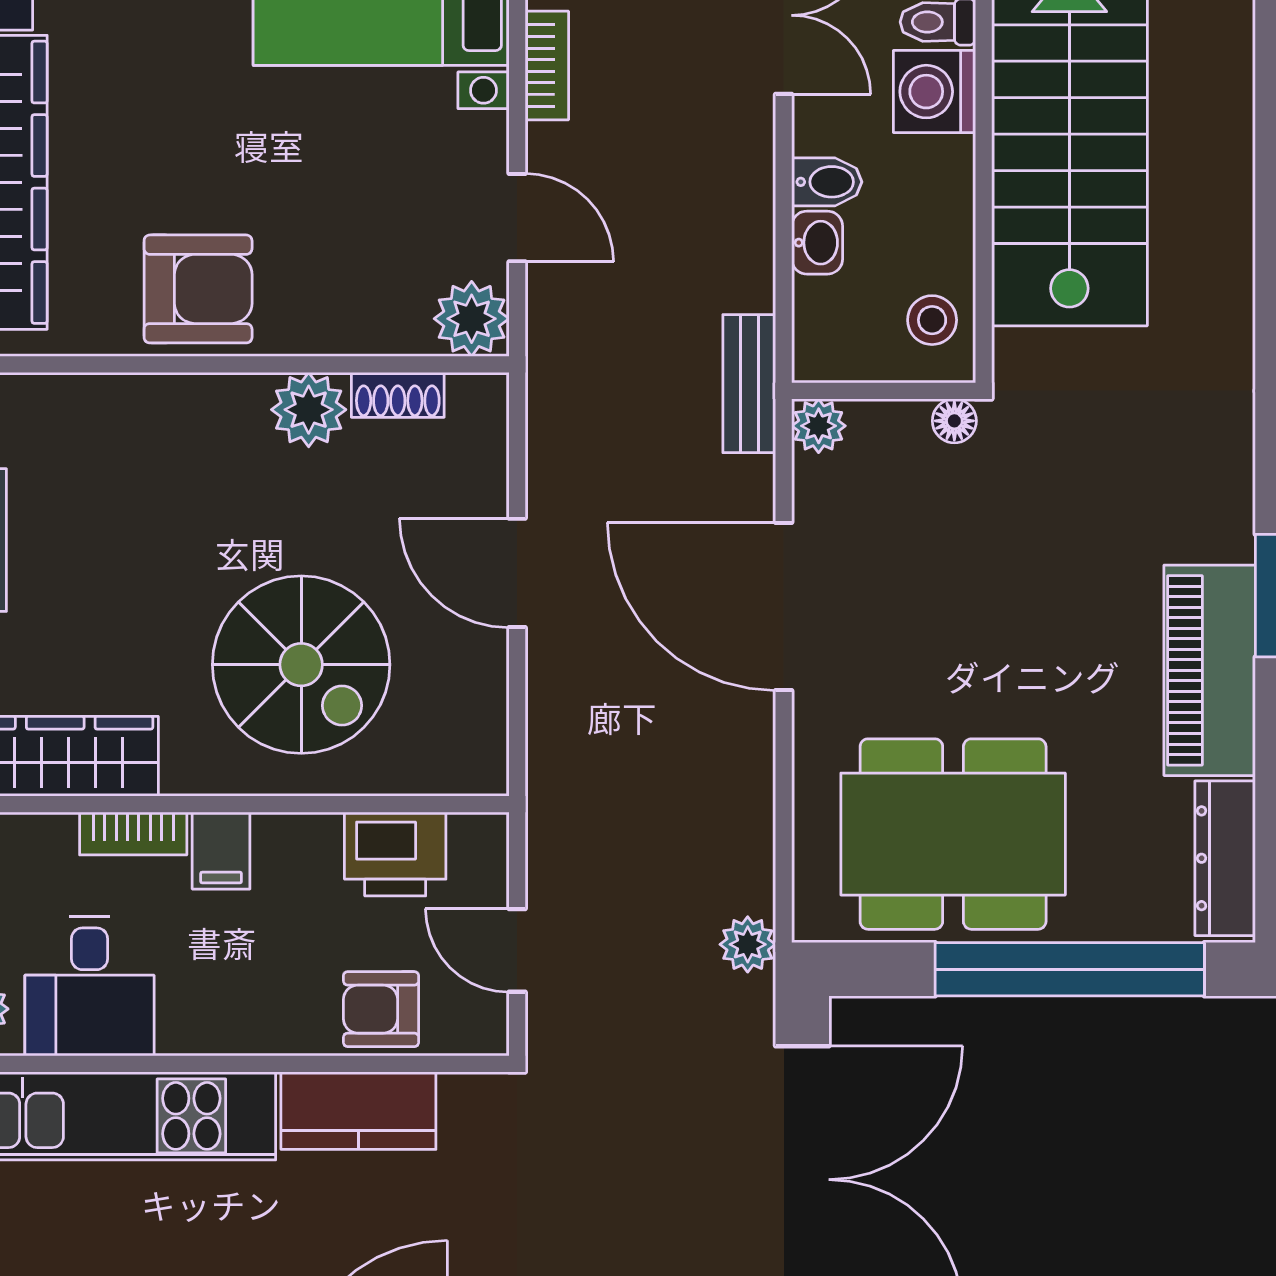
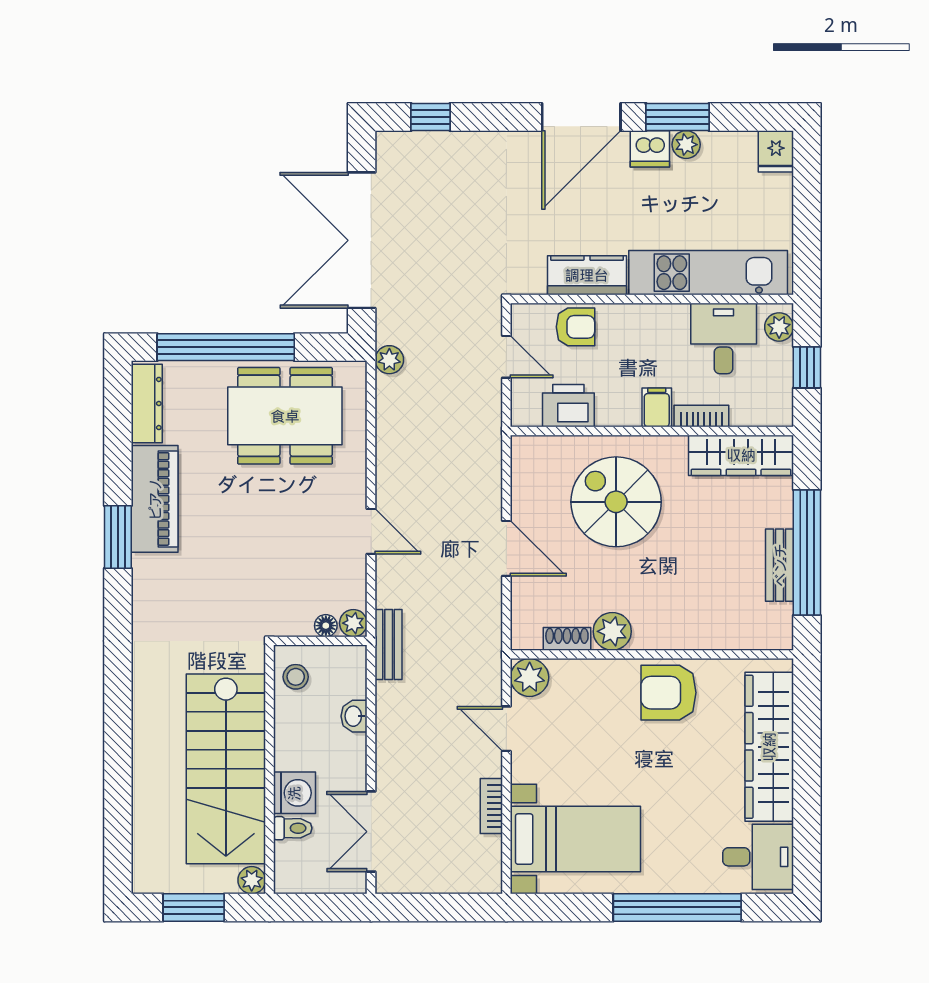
bidet: (827, 182) -> (349, 747), removed
floor lamp: (954, 421) -> (326, 626), moved
door: (784, 606) -> (371, 531), width x0.53

